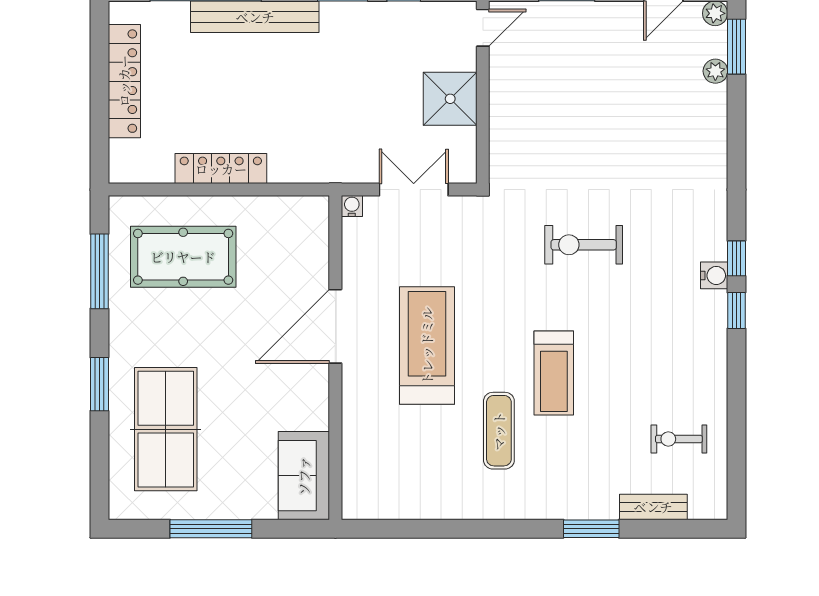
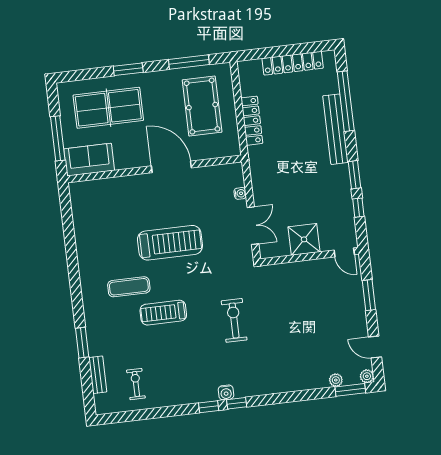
door: (335, 326) -> (171, 167), moved
wall: (335, 358) -> (155, 169), moved
sofa: (304, 476) -> (89, 160), moved

